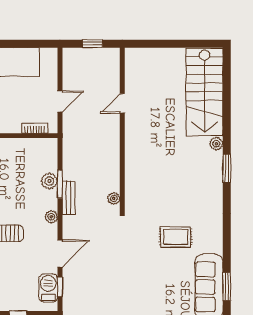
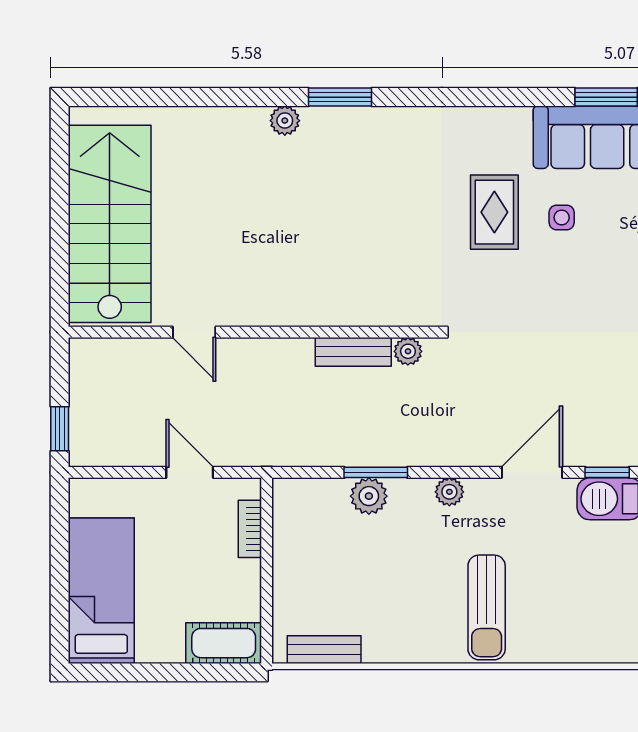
window: (93, 44) -> (60, 429), moved
stairs: (205, 92) -> (110, 224), moved, turned -90
bench: (69, 198) -> (353, 352), moved
door: (60, 254) -> (532, 472), hinge flipped
side table: (173, 267) -> (562, 217), added

